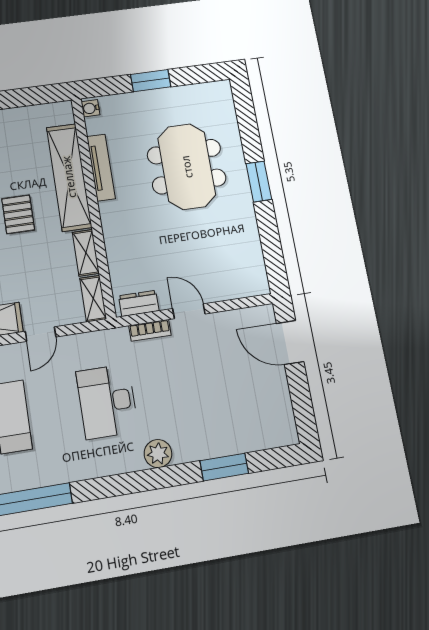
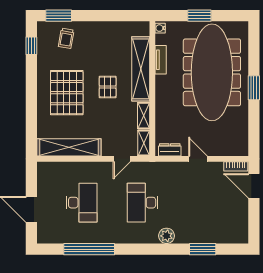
tv unit: (101, 167) -> (161, 60), width x0.71
meeting table: (187, 167) -> (212, 72), width x1.86, depth x1.27
bookcase: (150, 330) -> (236, 166), moved
door: (41, 334) -> (122, 159), moved

